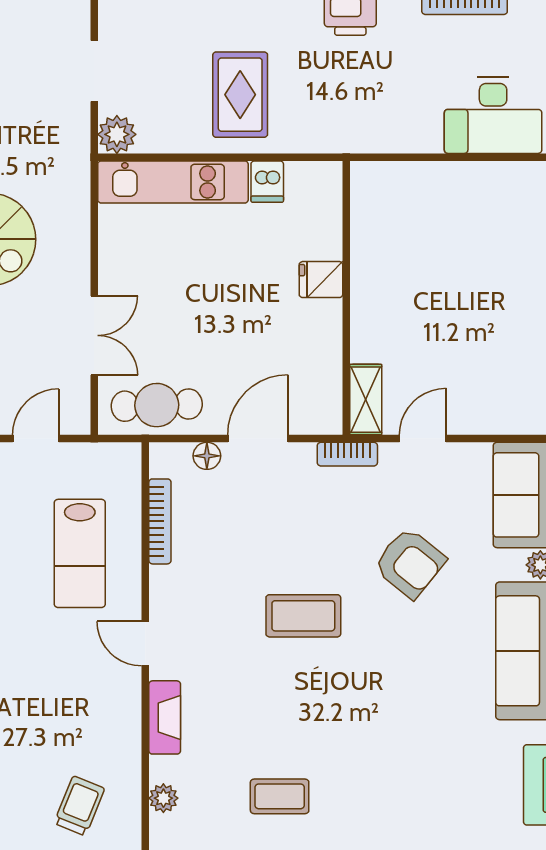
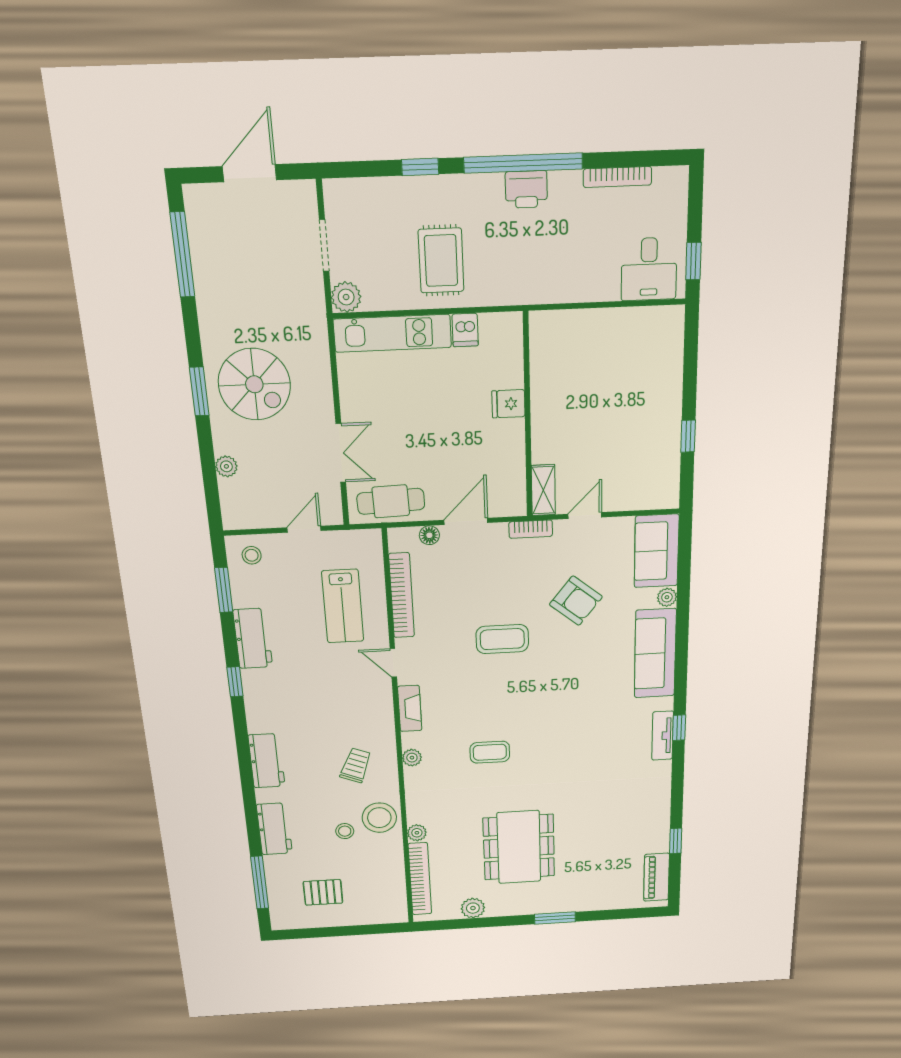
desk: (493, 115) -> (649, 269), width x0.73
bookcase: (160, 521) -> (402, 595), width x1.48, depth x1.31

